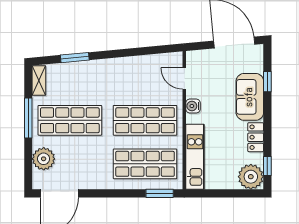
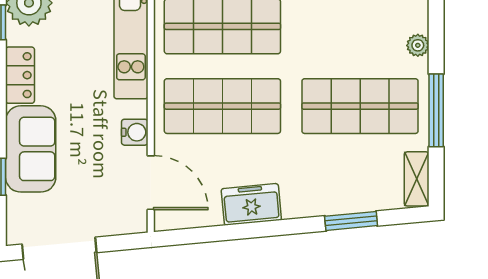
freezer: (129, 67) -> (251, 204), added
door: (184, 78) -> (151, 183), width x1.38
plant: (44, 159) -> (418, 45), width x0.53, depth x0.53

